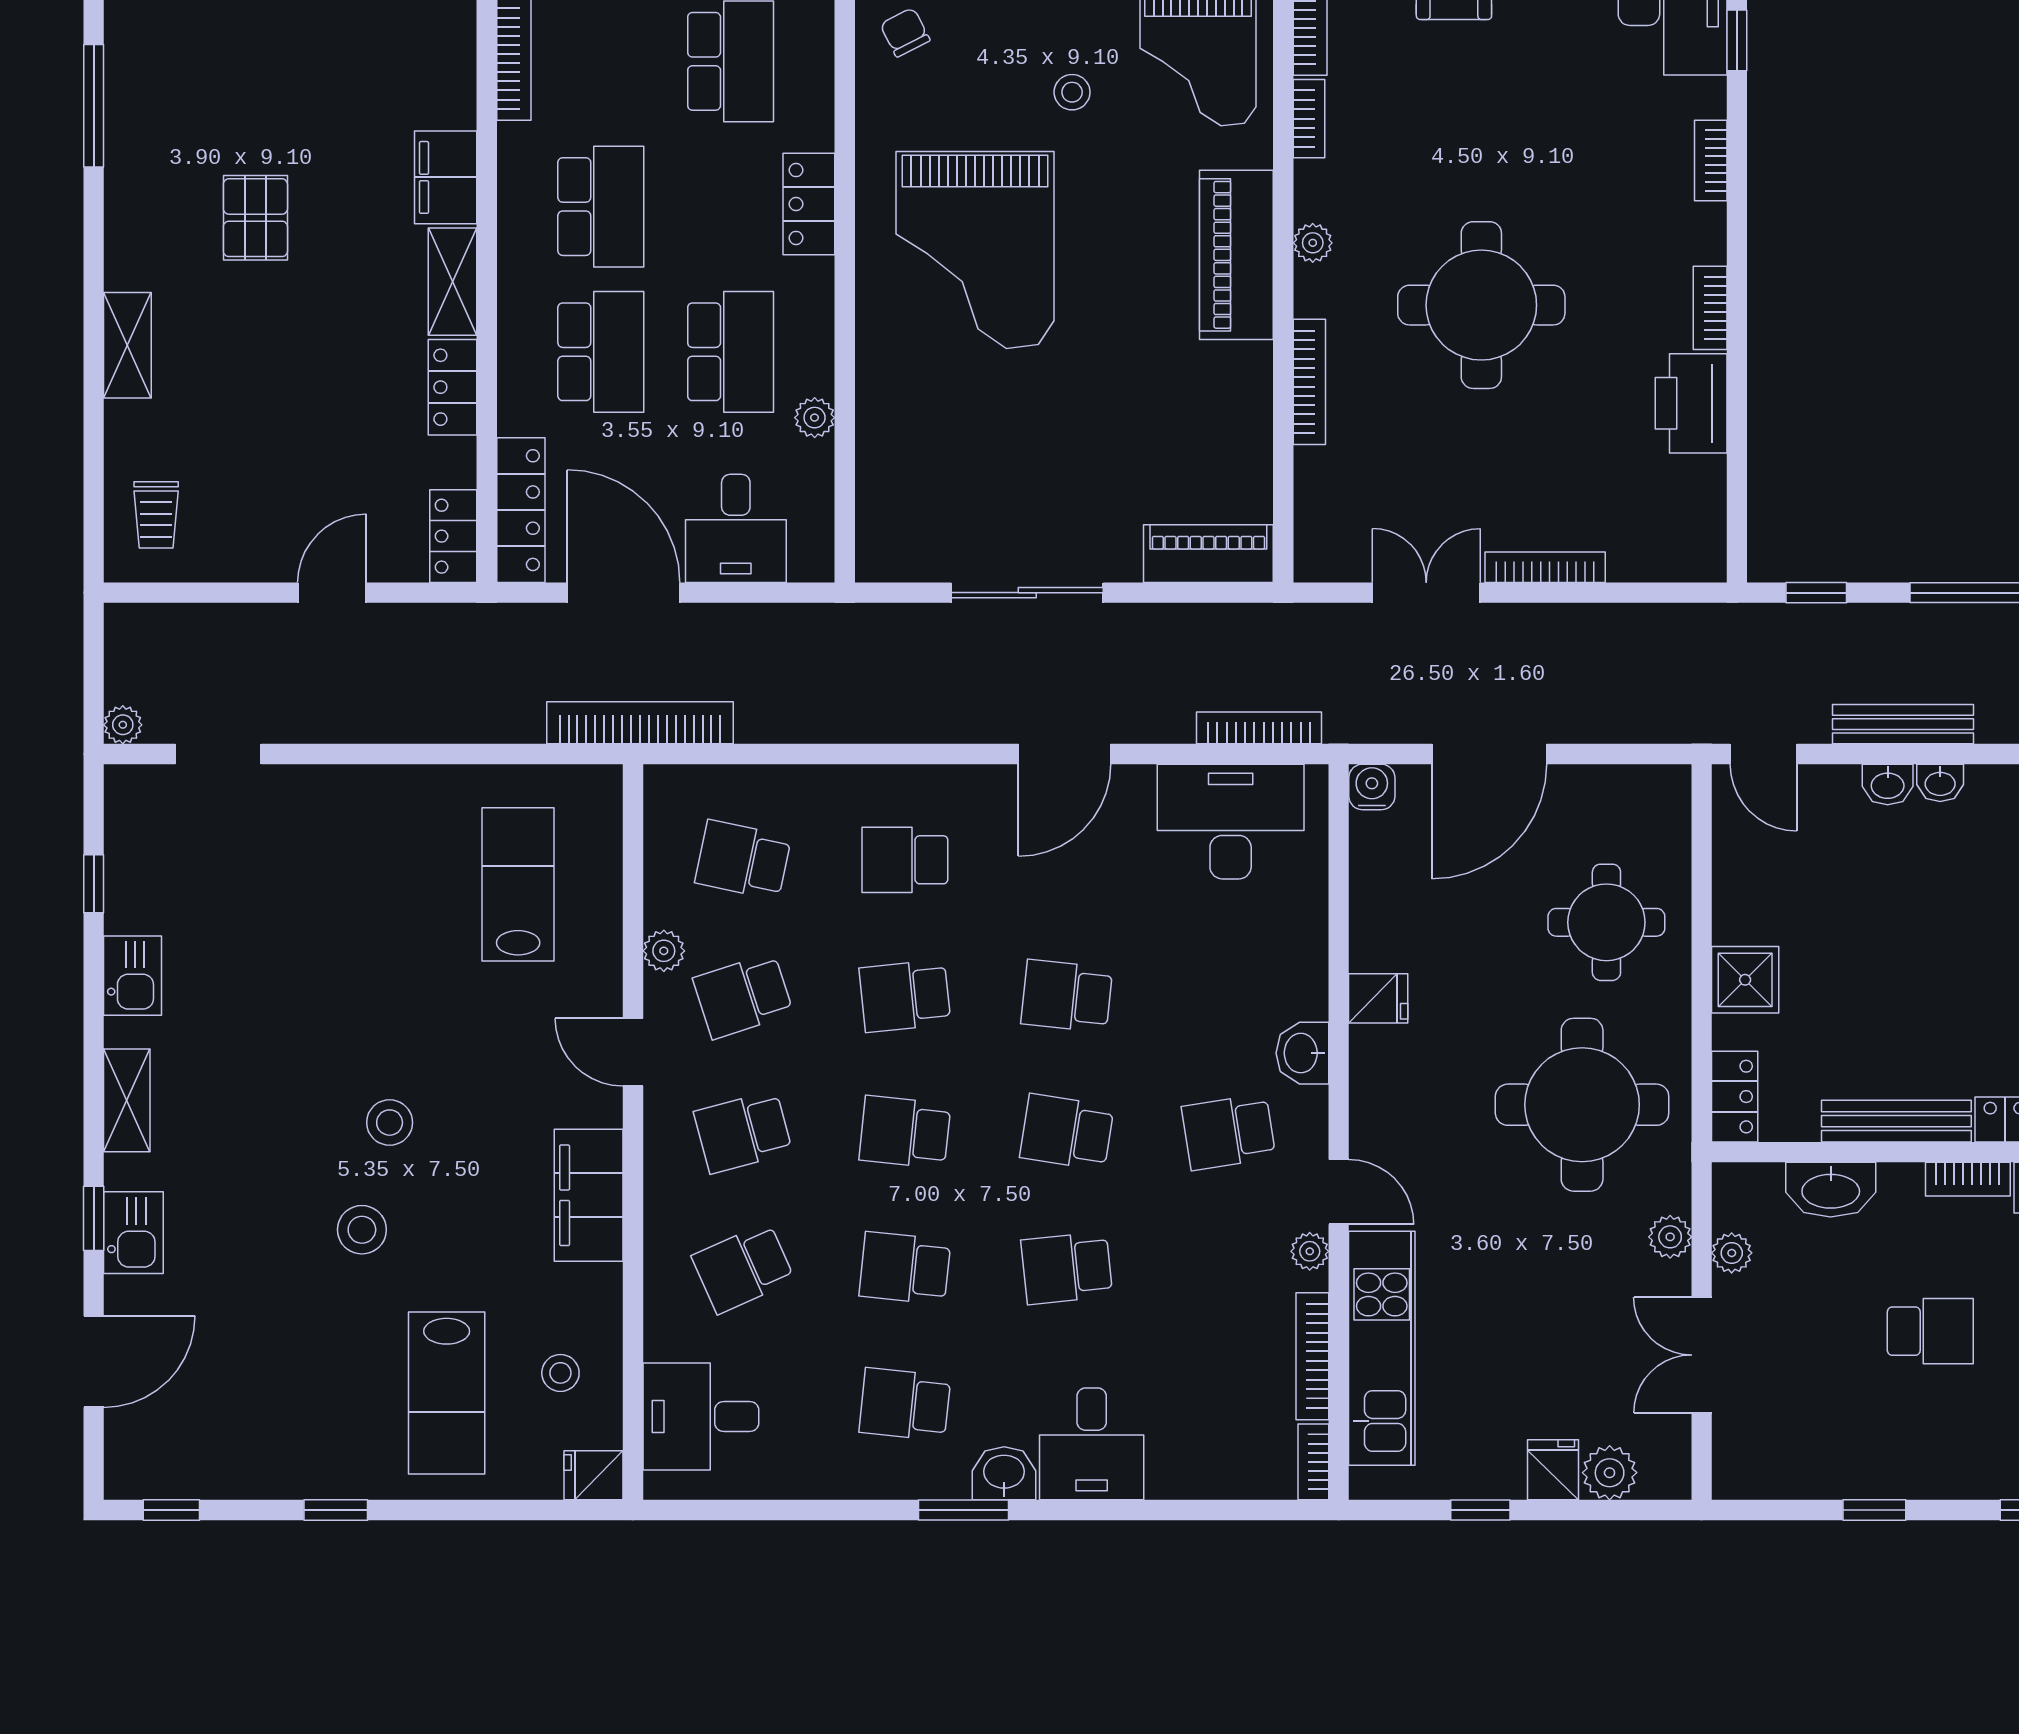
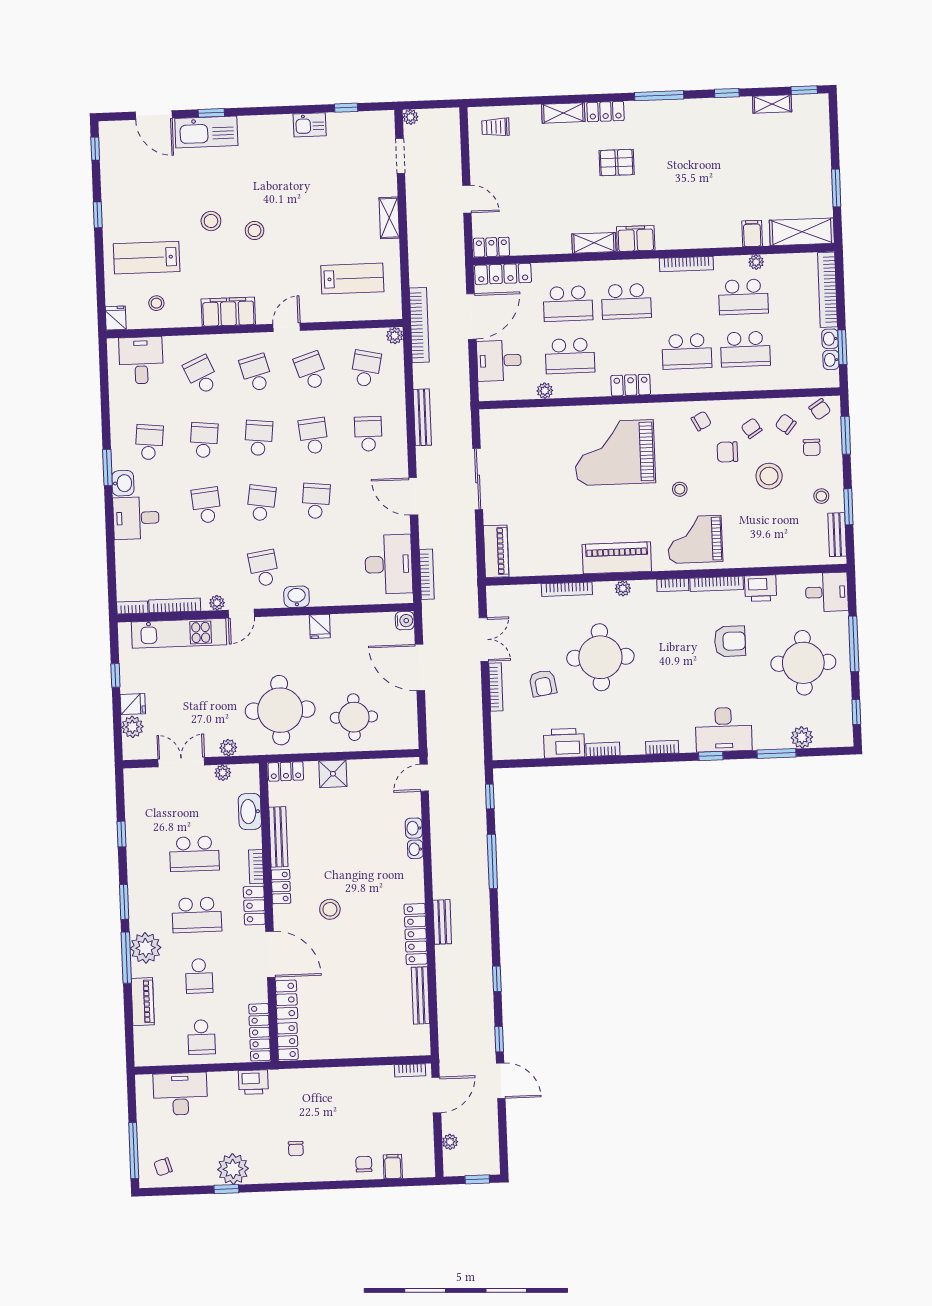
locker: (453, 387) -> (605, 112), moved, turned 180
armchair: (1540, 450) -> (543, 683), added
bench: (1903, 724) -> (422, 417), moved
plant: (664, 951) -> (395, 336), moved
shelving: (127, 1100) -> (389, 218), moved, turned 90
kitchen sink: (133, 1233) -> (206, 132), width x1.88, depth x1.24
school desk: (1930, 1331) -> (194, 854), width x1.85

